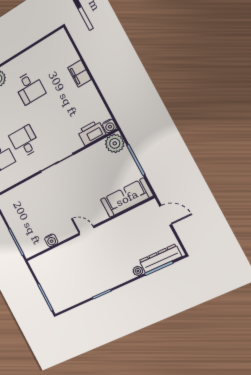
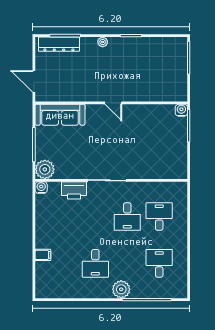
filing cabinet: (80, 74) -> (43, 255), width x0.50
desk: (30, 88) -> (95, 263), turned 180
printer: (91, 133) -> (74, 190), moved
water cooler: (51, 240) -> (181, 110), moved
plant: (138, 271) -> (103, 42), moved

